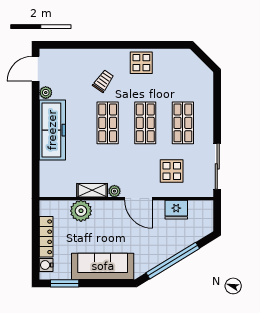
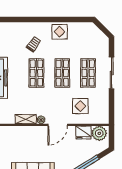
sliding door: (217, 166) -> (112, 73), moved
door: (139, 199) -> (58, 125), hinge flipped
plant: (81, 211) -> (99, 133), moved

